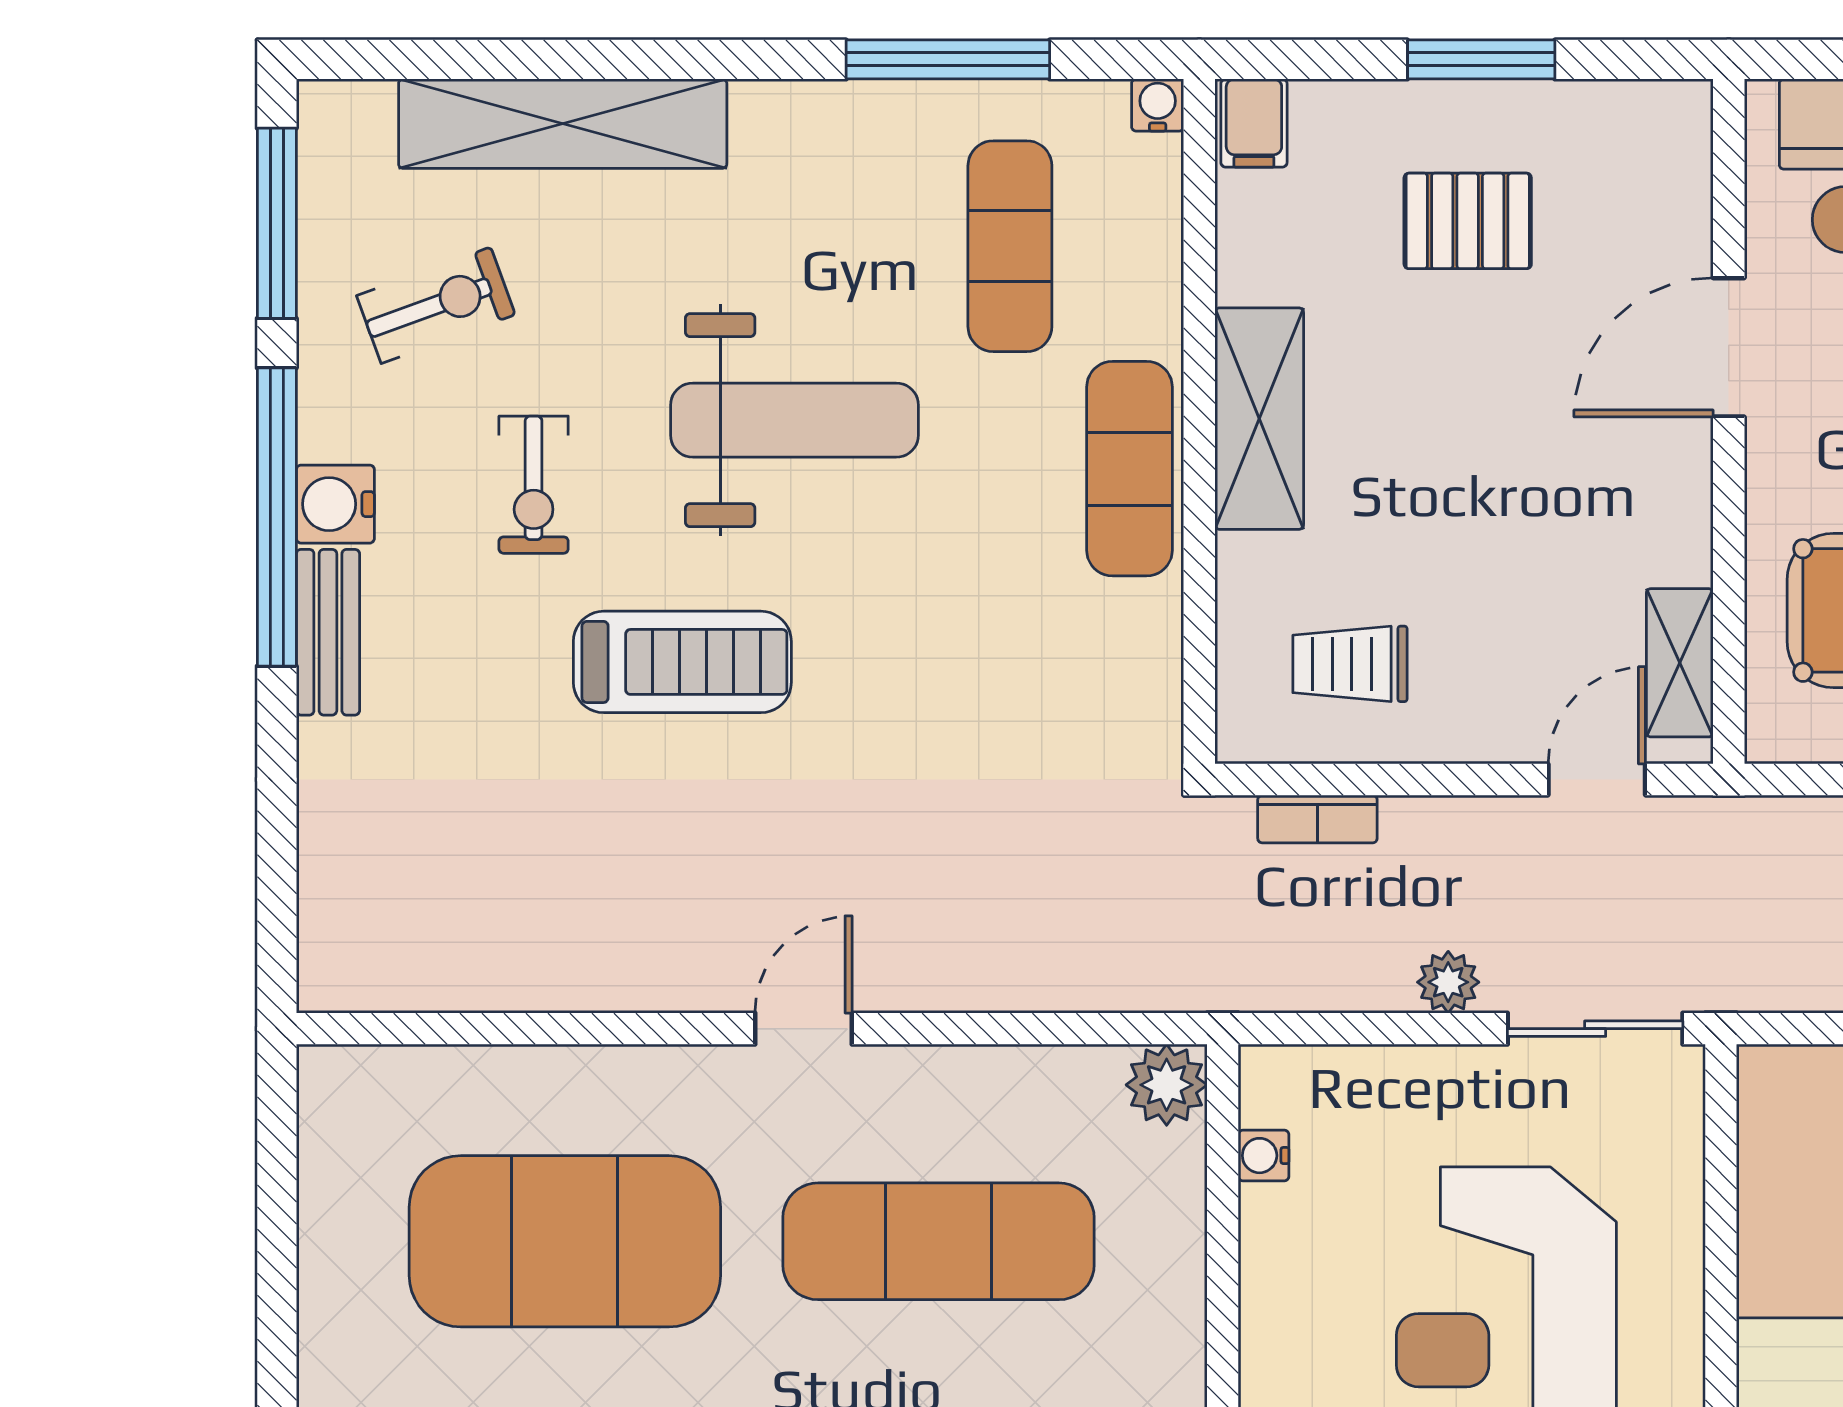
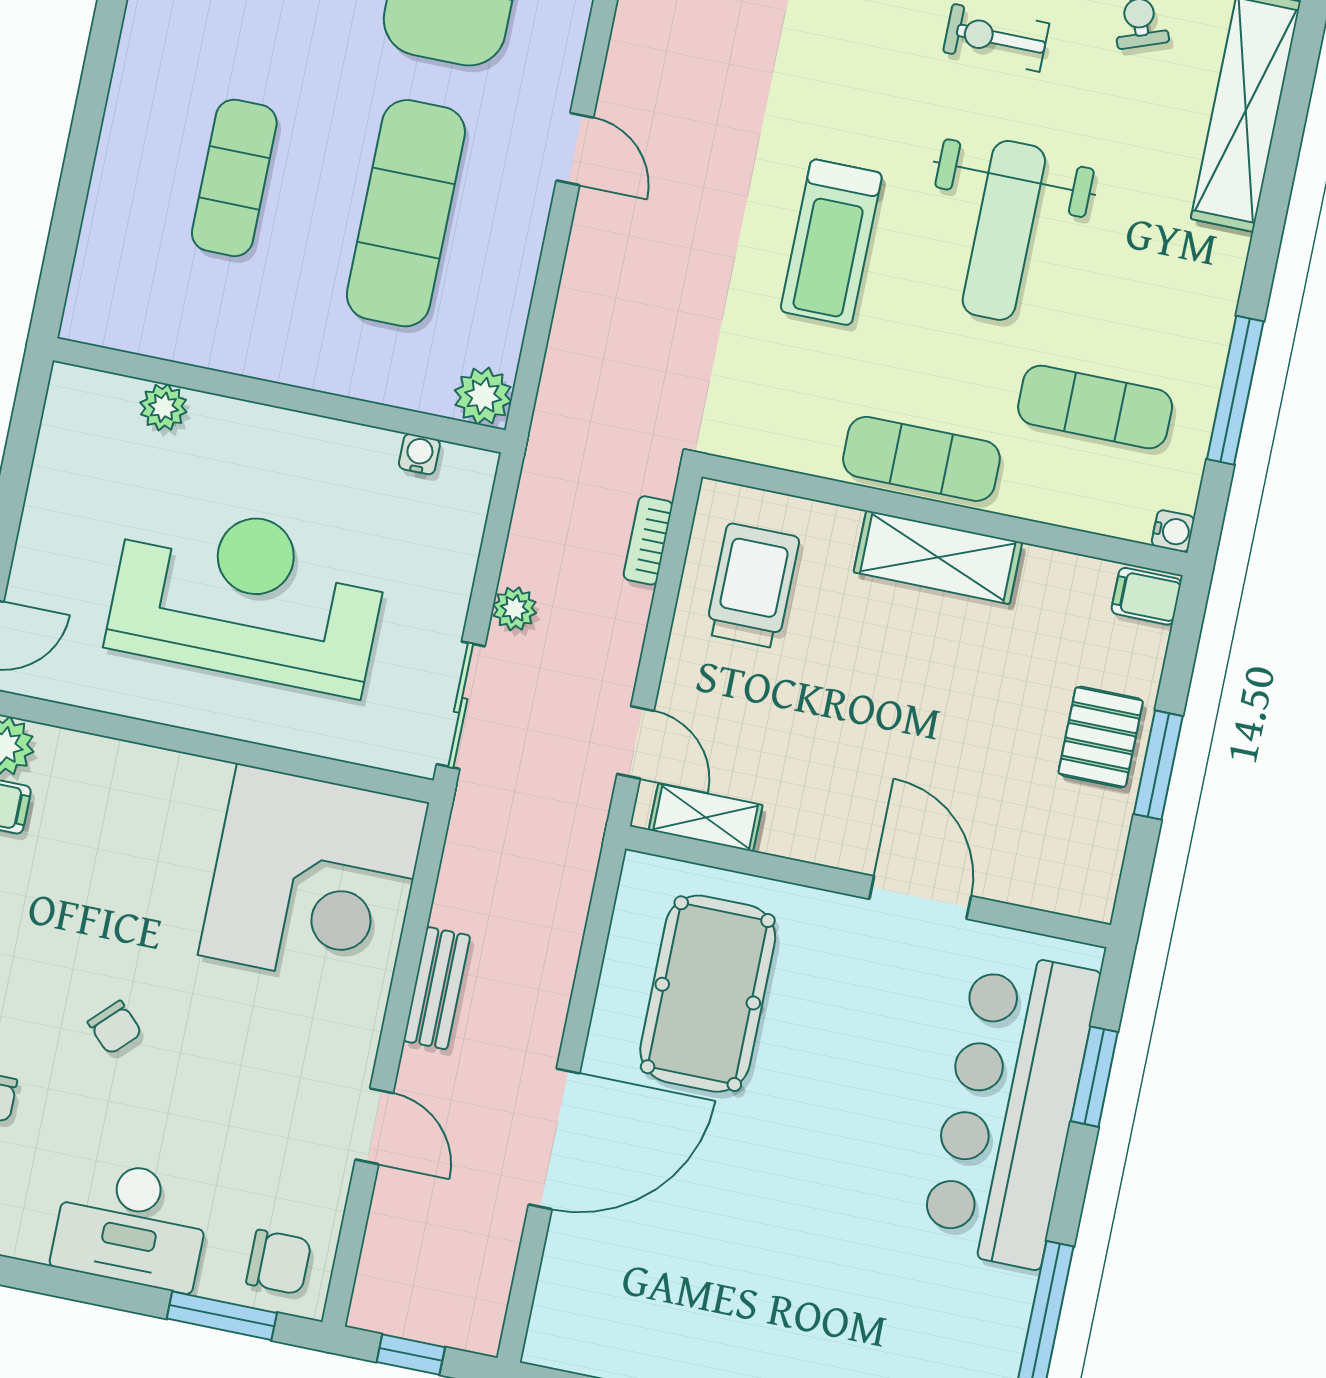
pallet: (1468, 221) -> (1101, 737), moved
treadmill: (682, 662) -> (831, 242), moved
trolley: (1350, 664) -> (752, 586), width x1.36, depth x1.39

